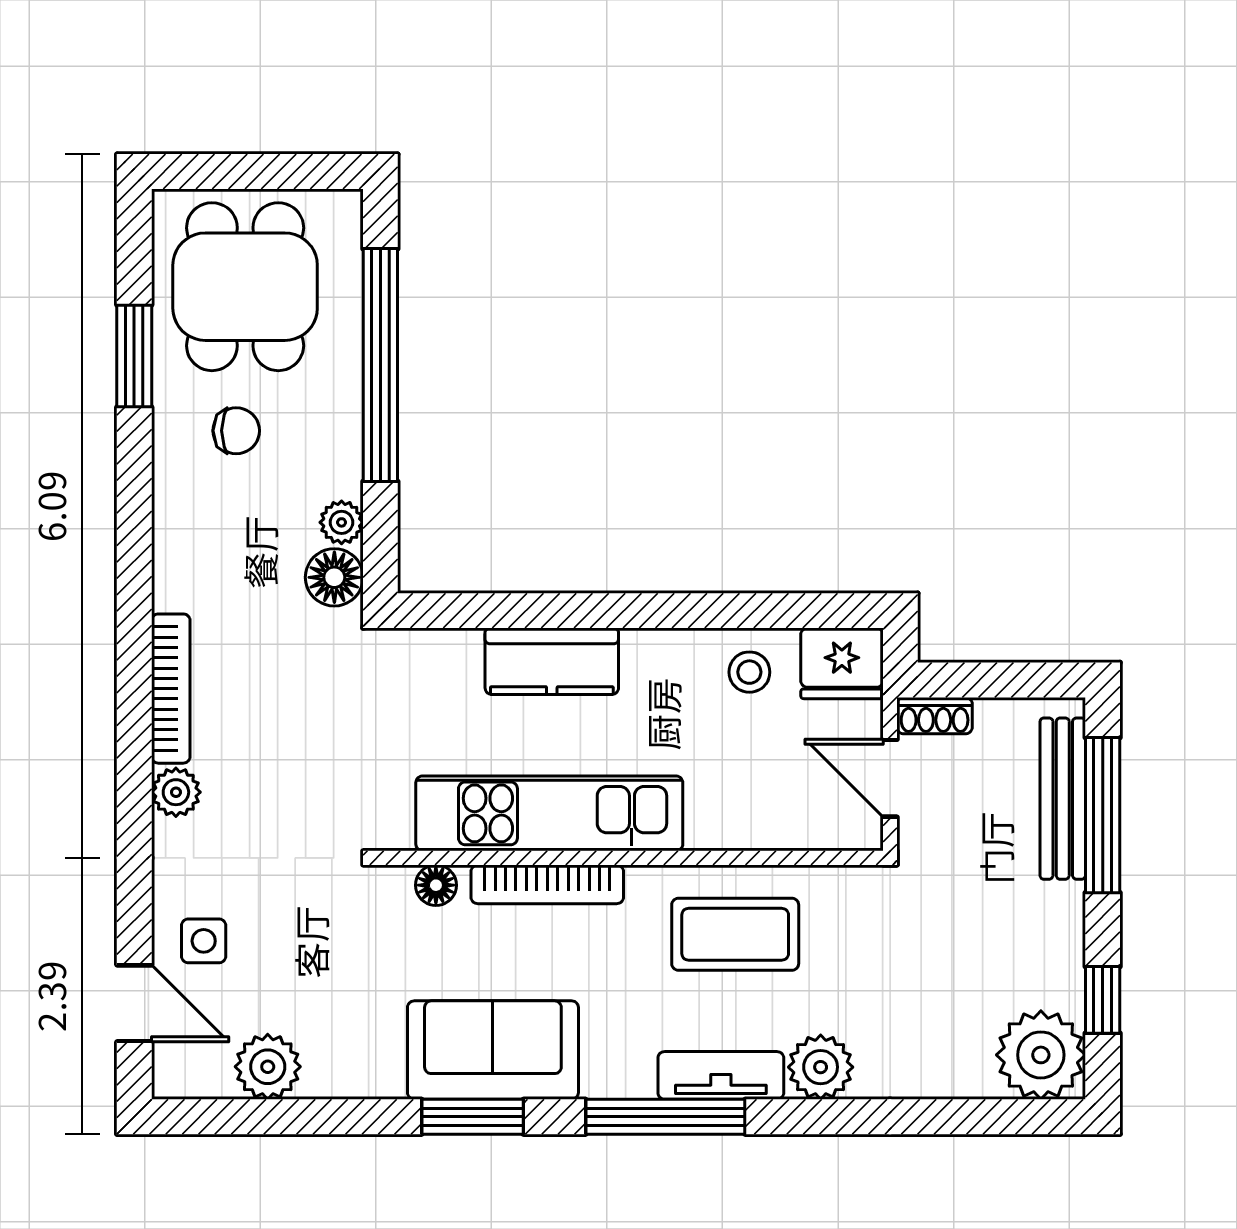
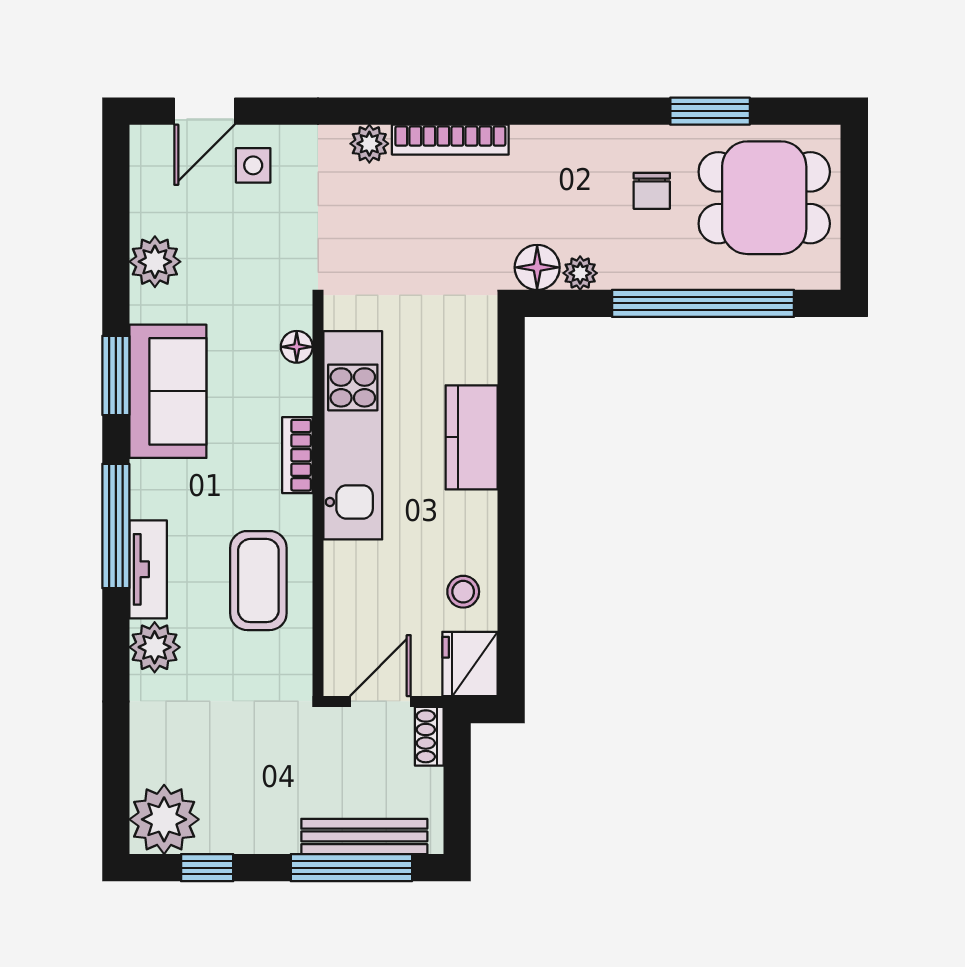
bookcase: (547, 884) -> (297, 455), width x0.64
plant: (268, 1067) -> (155, 262), moved

